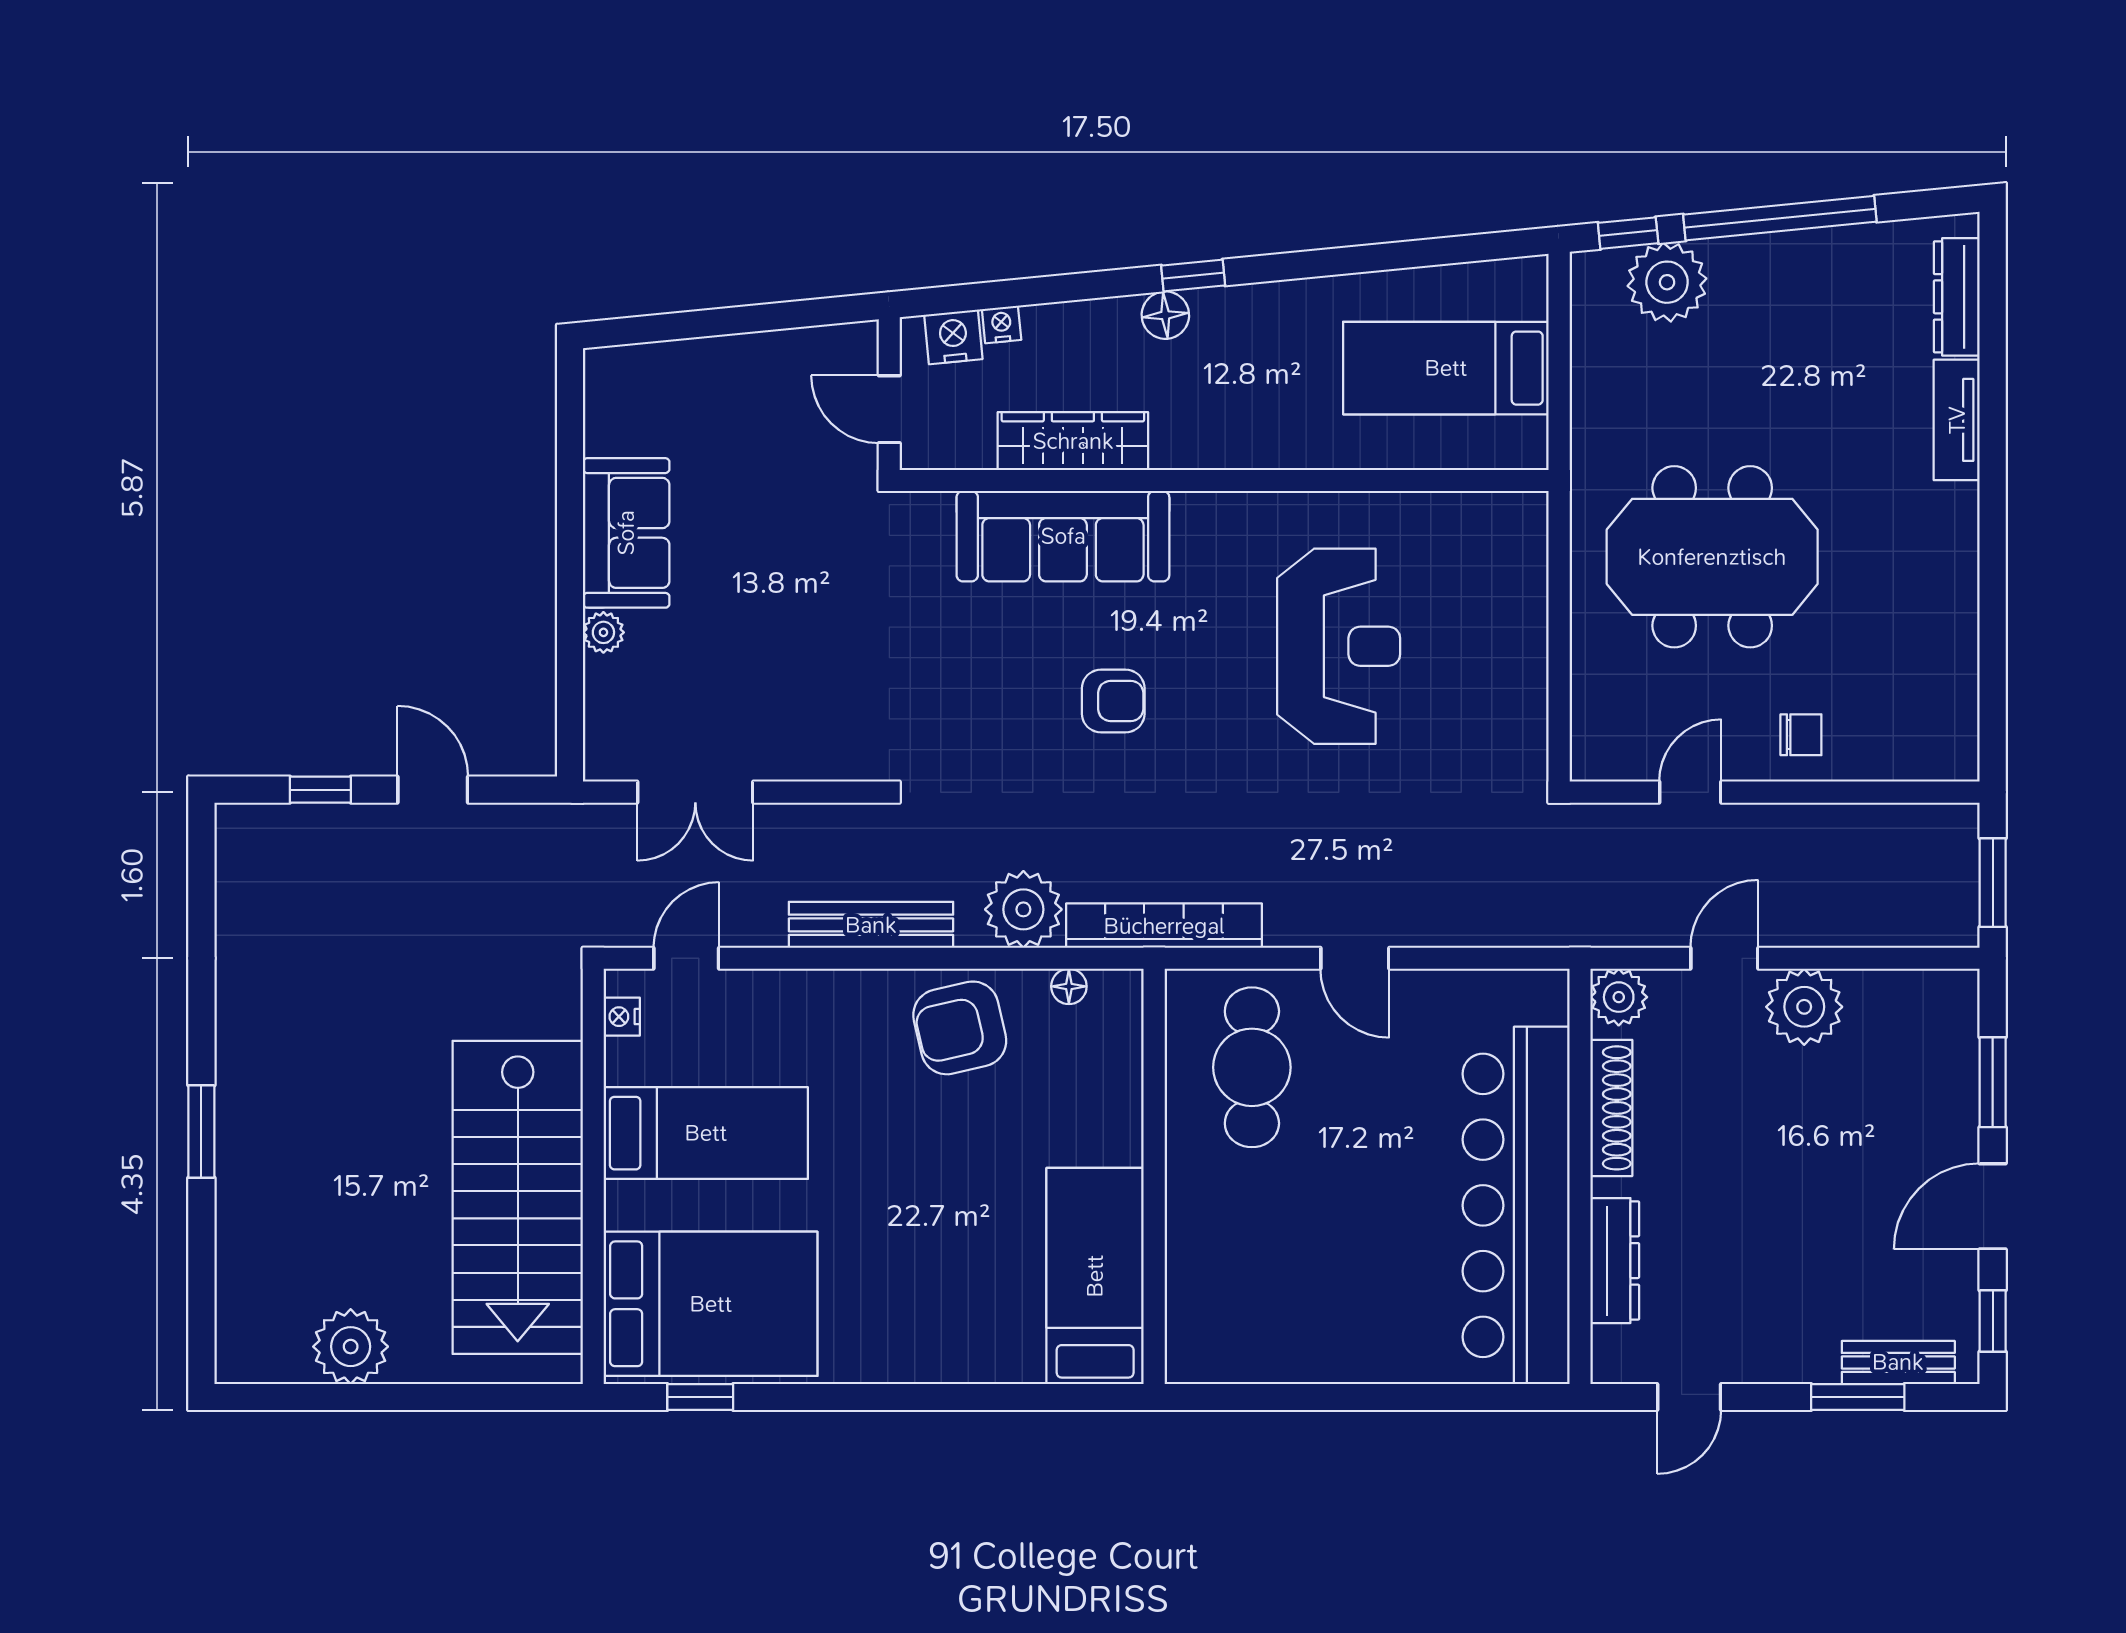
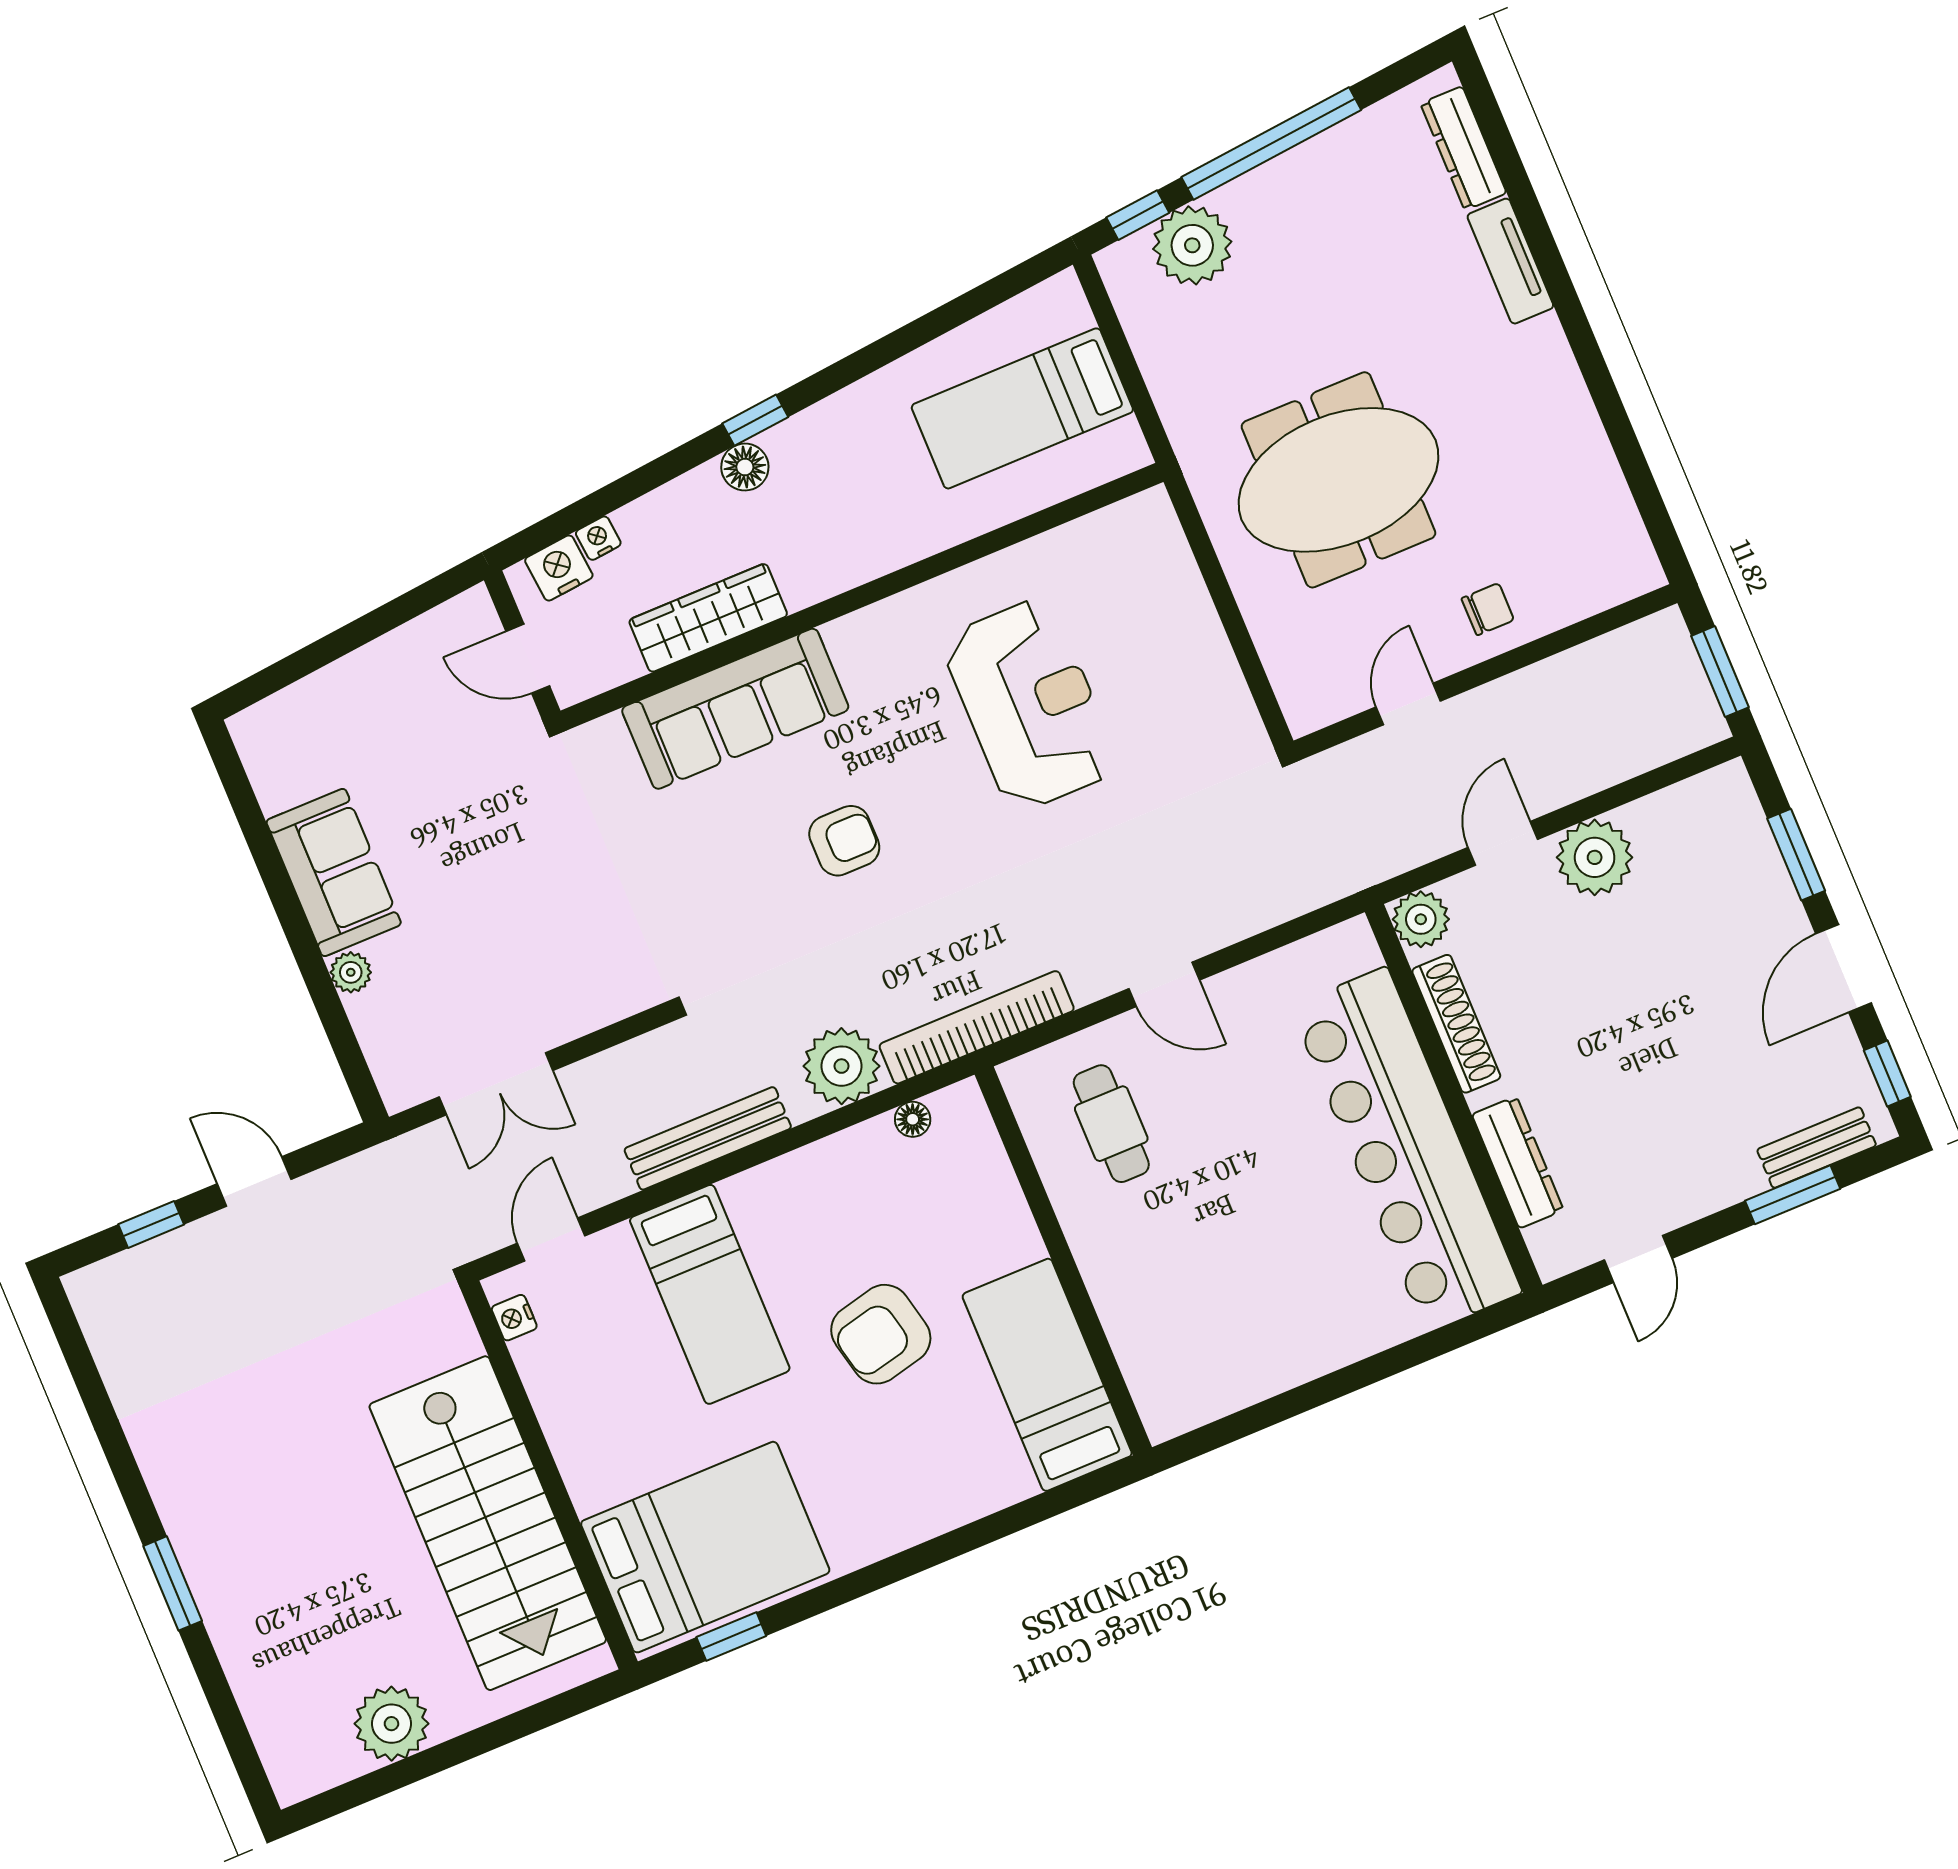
armchair: (960, 1028) -> (881, 1334), moved
cafe table: (1252, 1067) -> (1111, 1124), width x0.73, depth x0.74
bed: (706, 1133) -> (710, 1294), moved, turned 90

